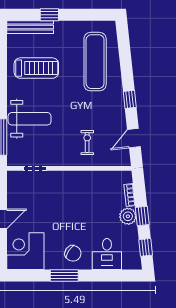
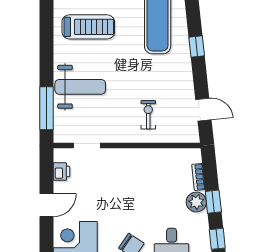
window: (130, 99) -> (197, 47), moved
door: (134, 138) -> (203, 110), swing flipped
printer: (14, 190) -> (61, 172), added

